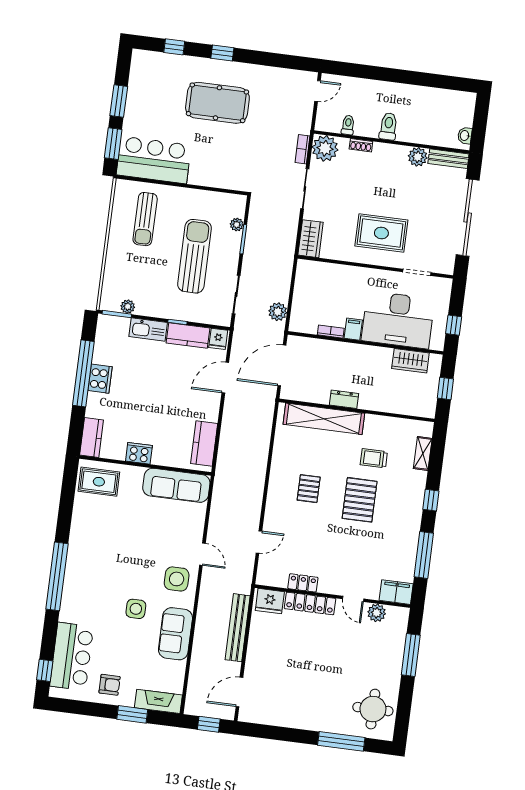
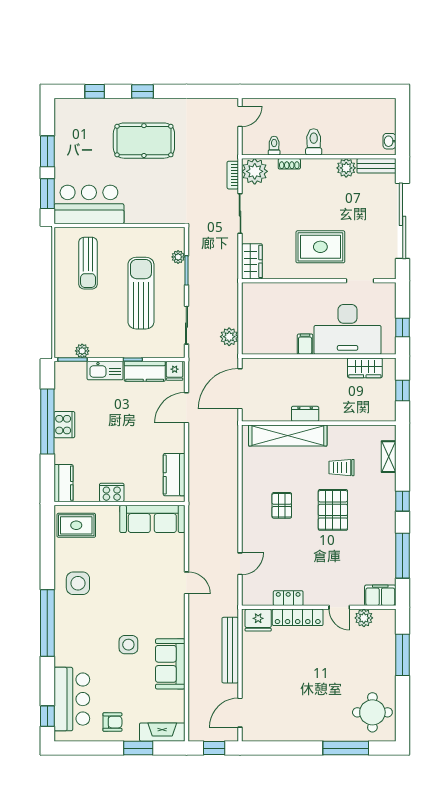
bookcase: (331, 332) -> (283, 349), removed
side table: (177, 579) -> (78, 583), moved

